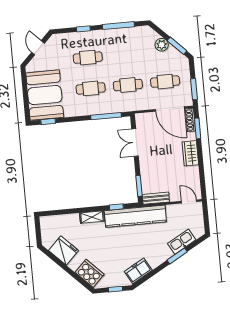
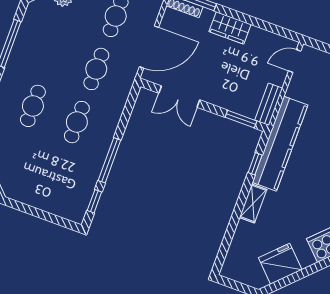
booth: (45, 95) -> (56, 189), removed
door: (170, 109) -> (149, 47), moved
window: (106, 116) -> (109, 160), moved

